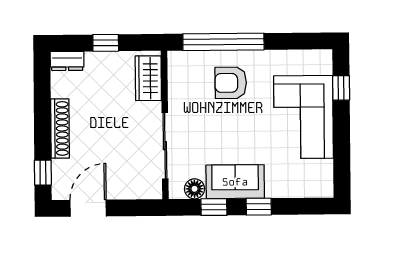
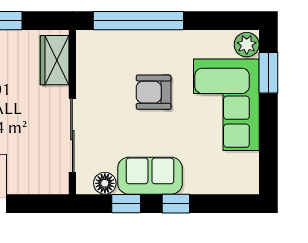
plant: (321, 63) -> (247, 45), added
armchair: (231, 83) -> (154, 92), moved
window: (341, 88) -> (268, 73), width x1.50

